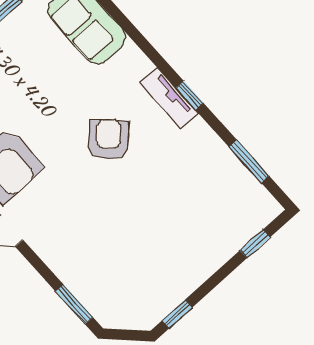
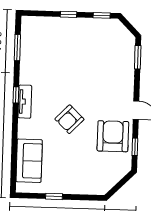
armchair: (108, 140) -> (69, 119), moved
window: (255, 244) -> (68, 14), moved

